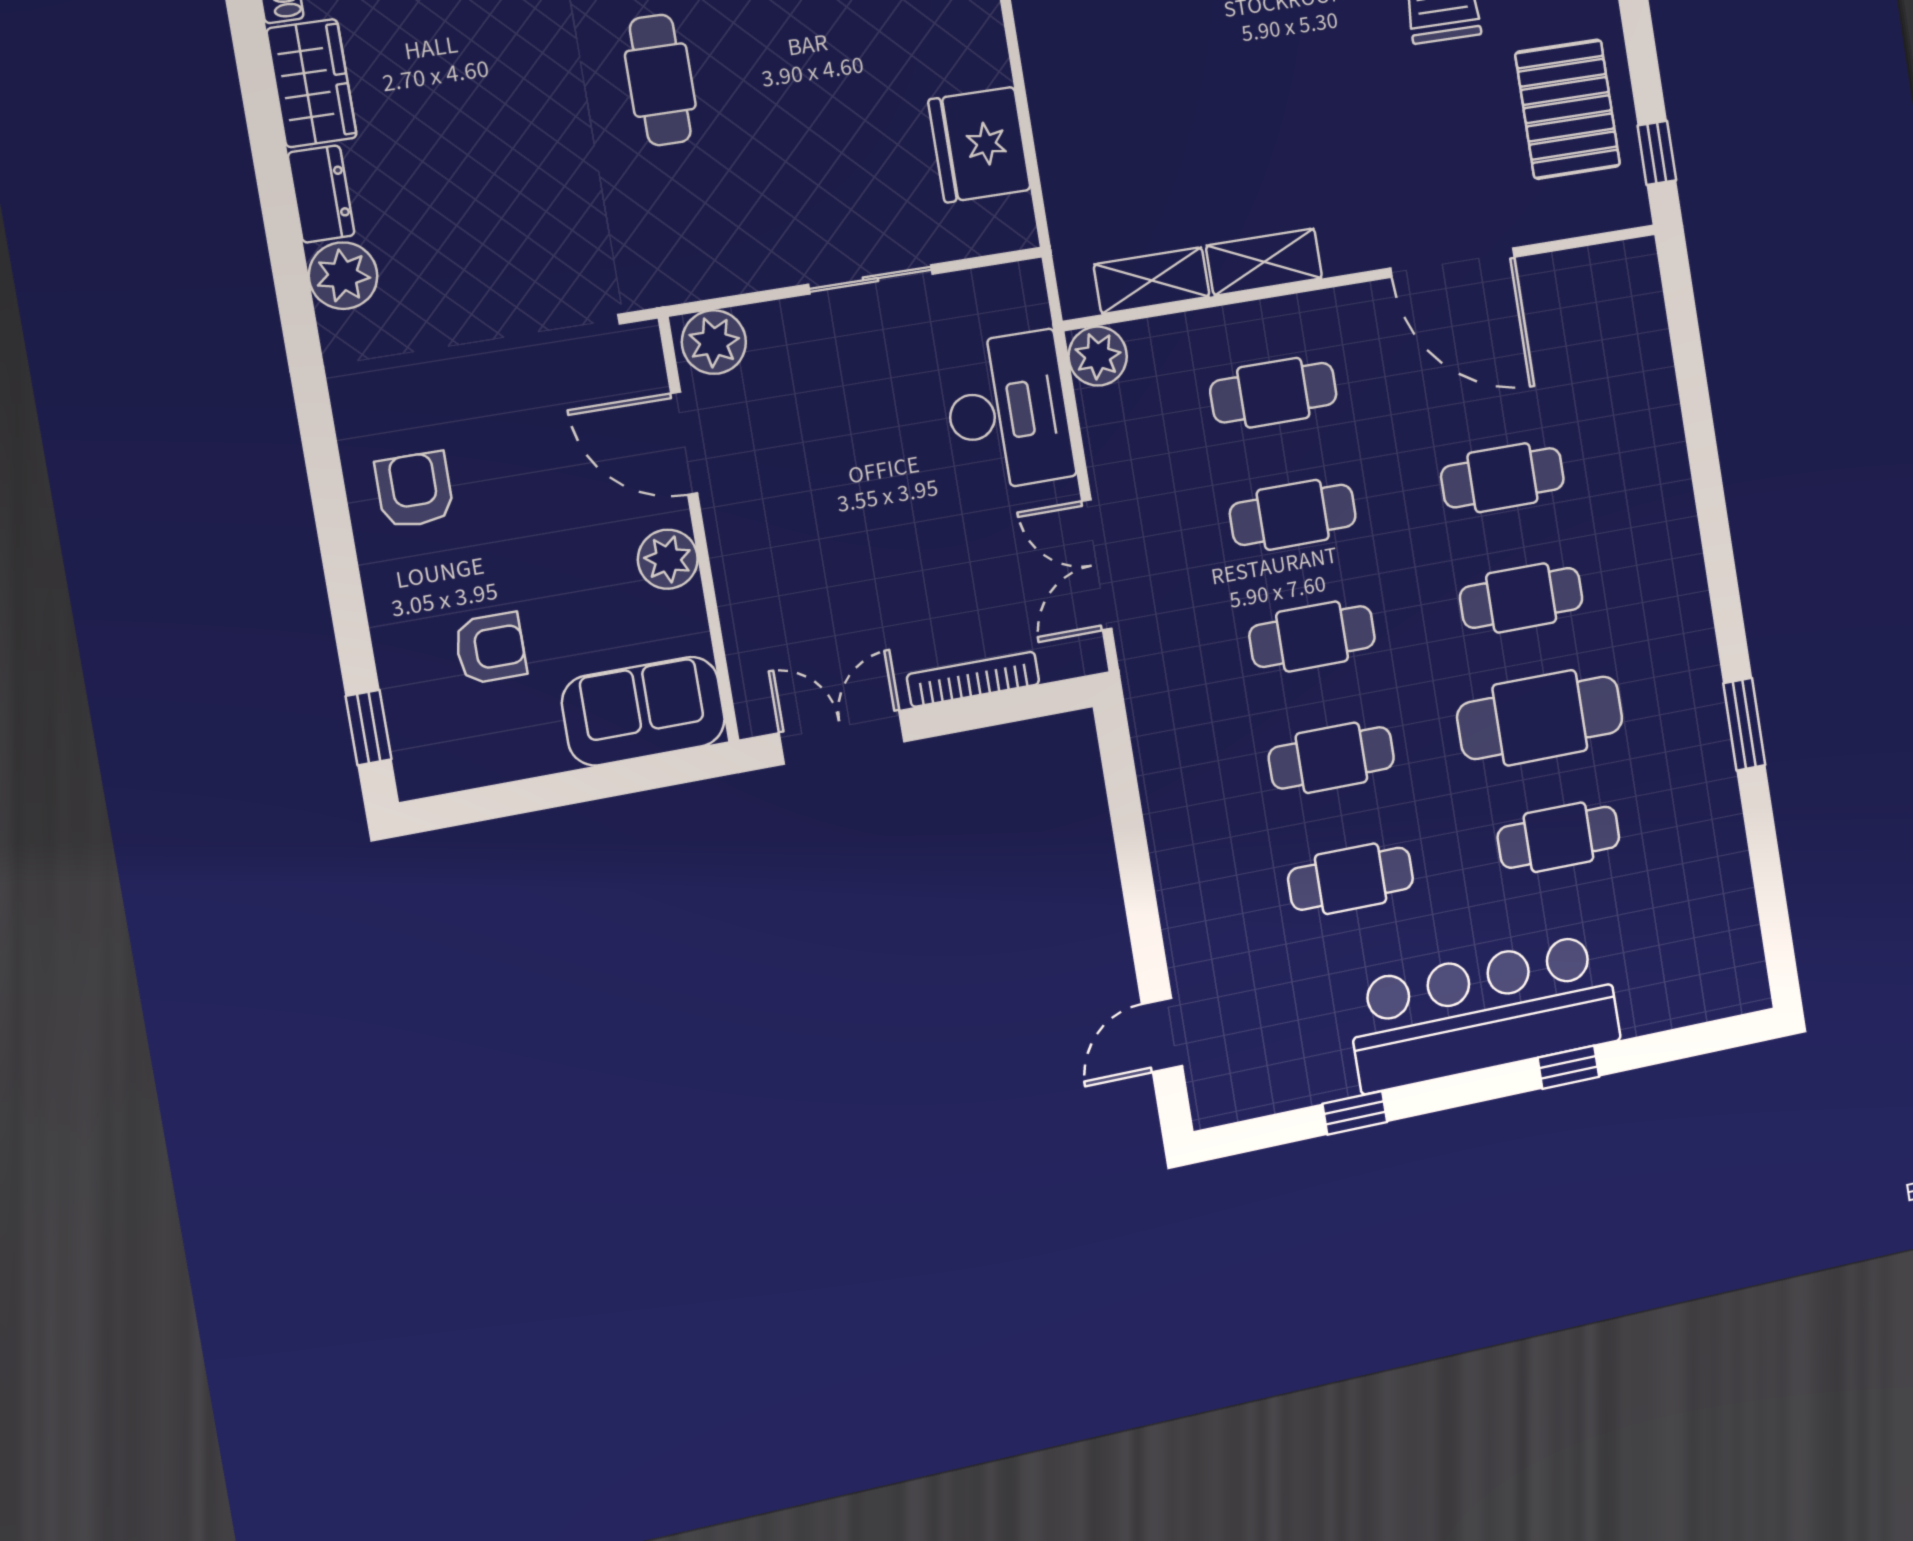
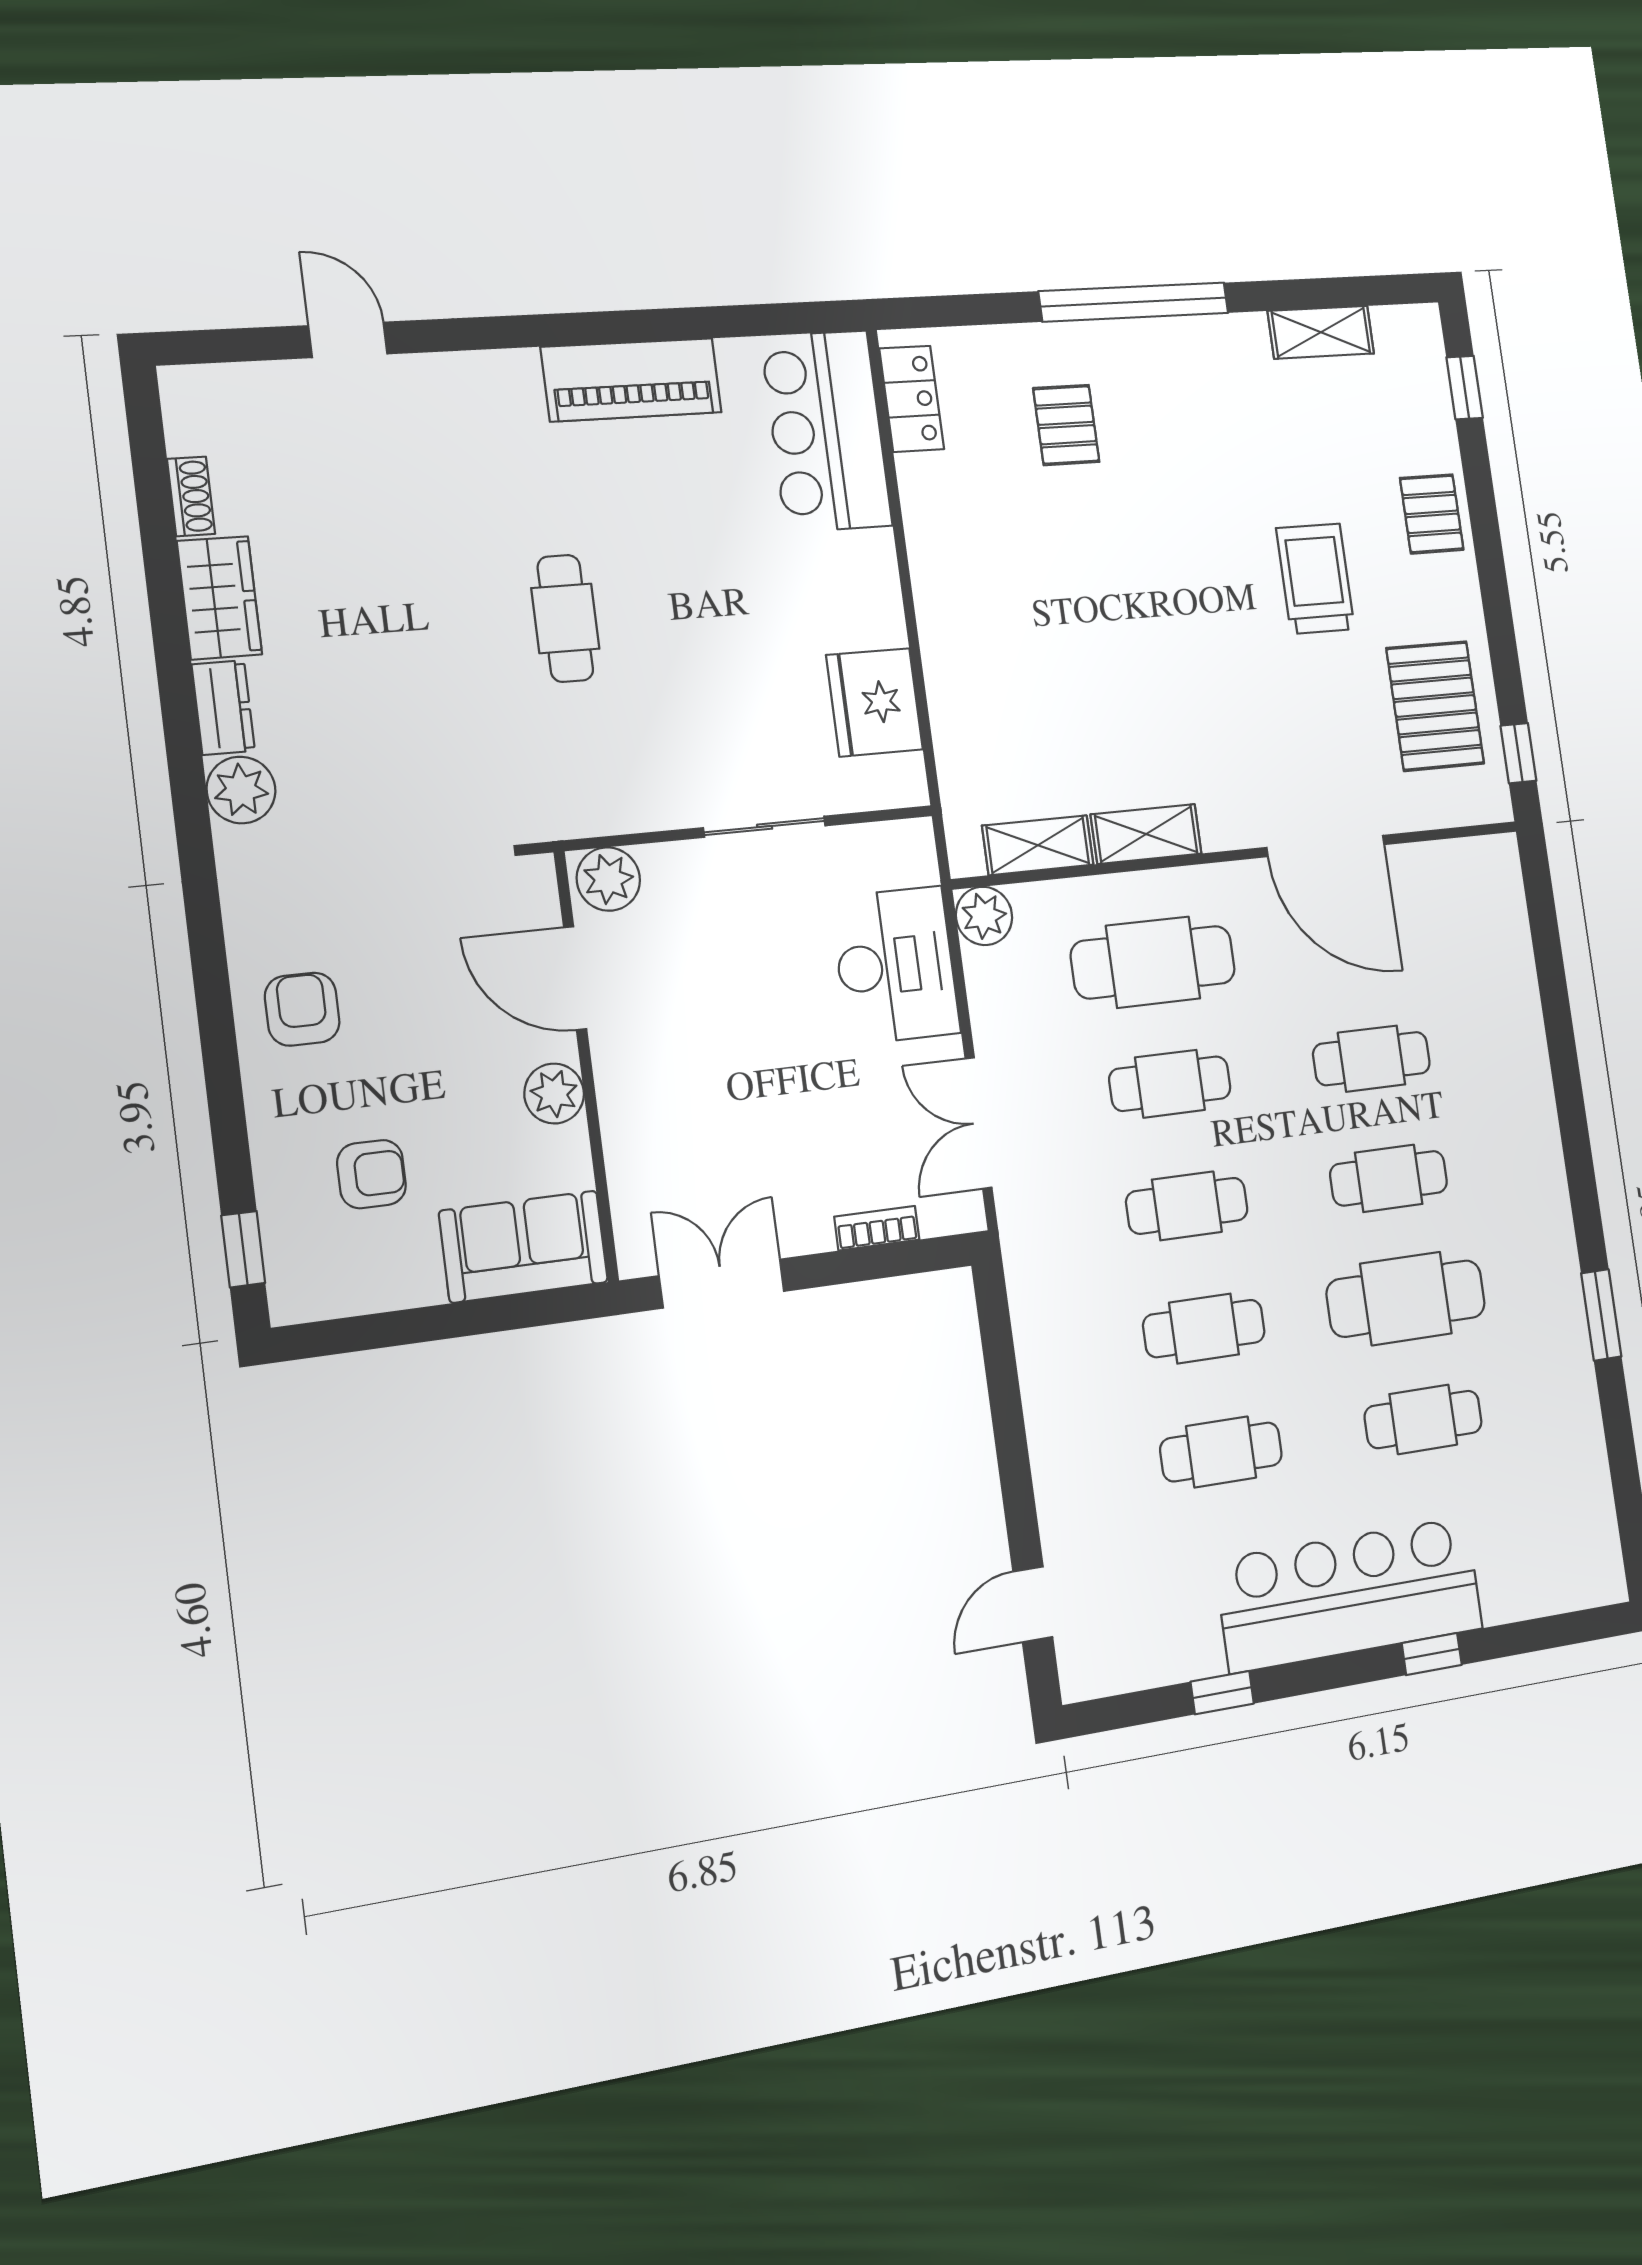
cafe table: (1273, 393) -> (1153, 962), width x1.37, depth x1.35
bookcase: (973, 679) -> (877, 1228), width x0.64

